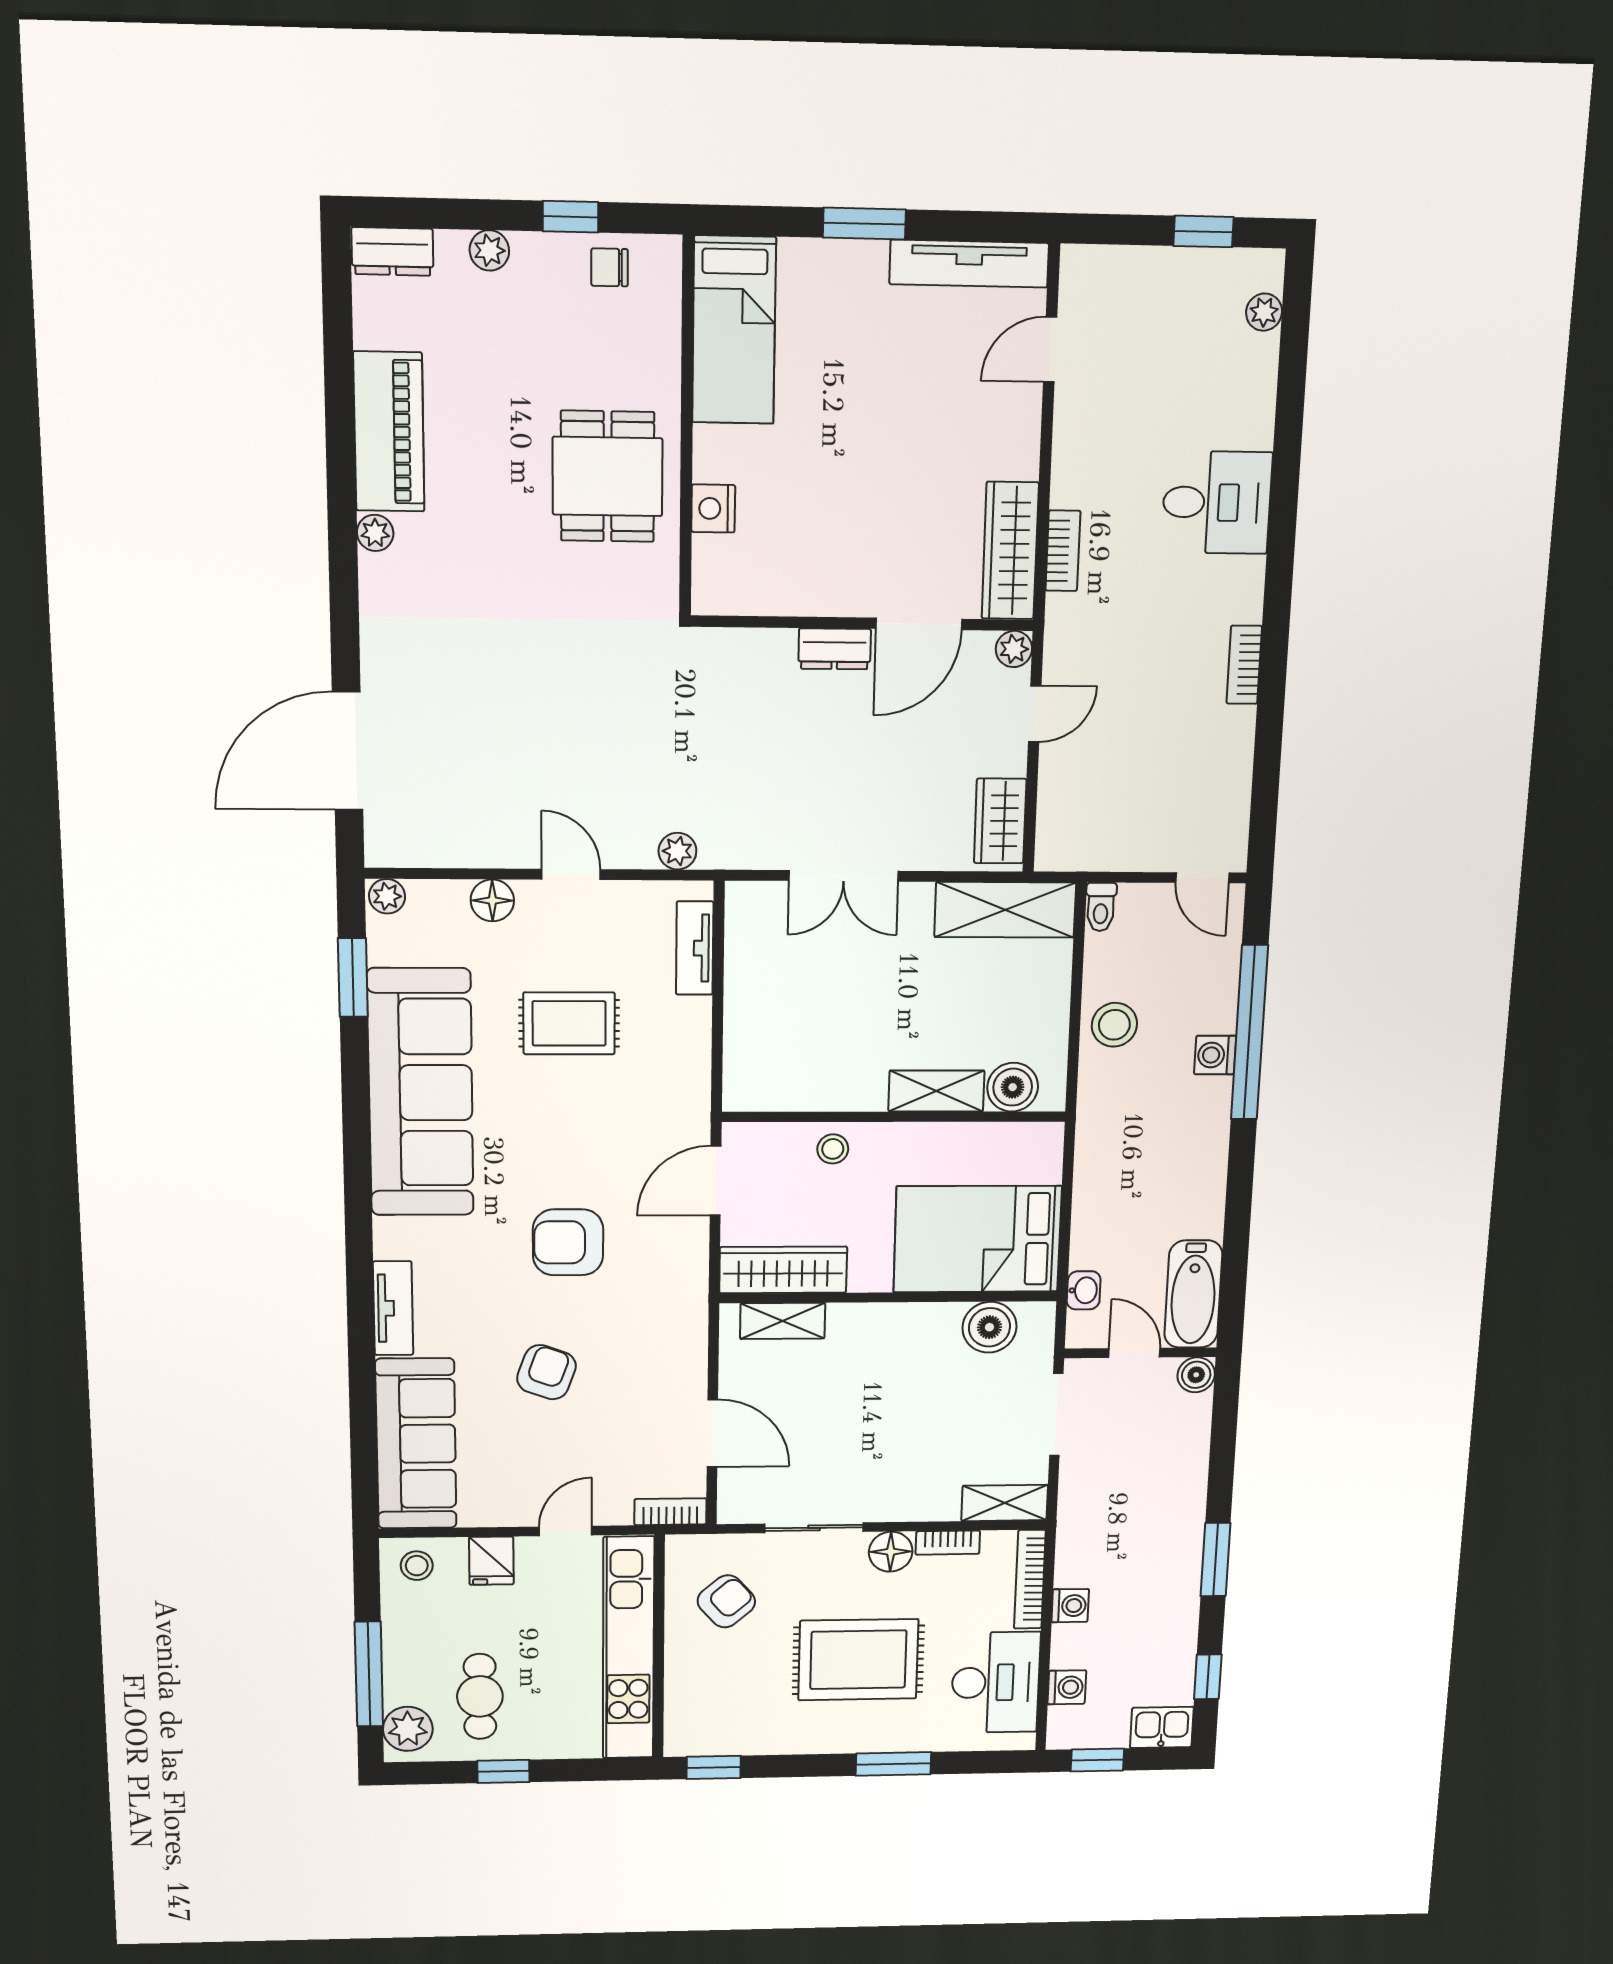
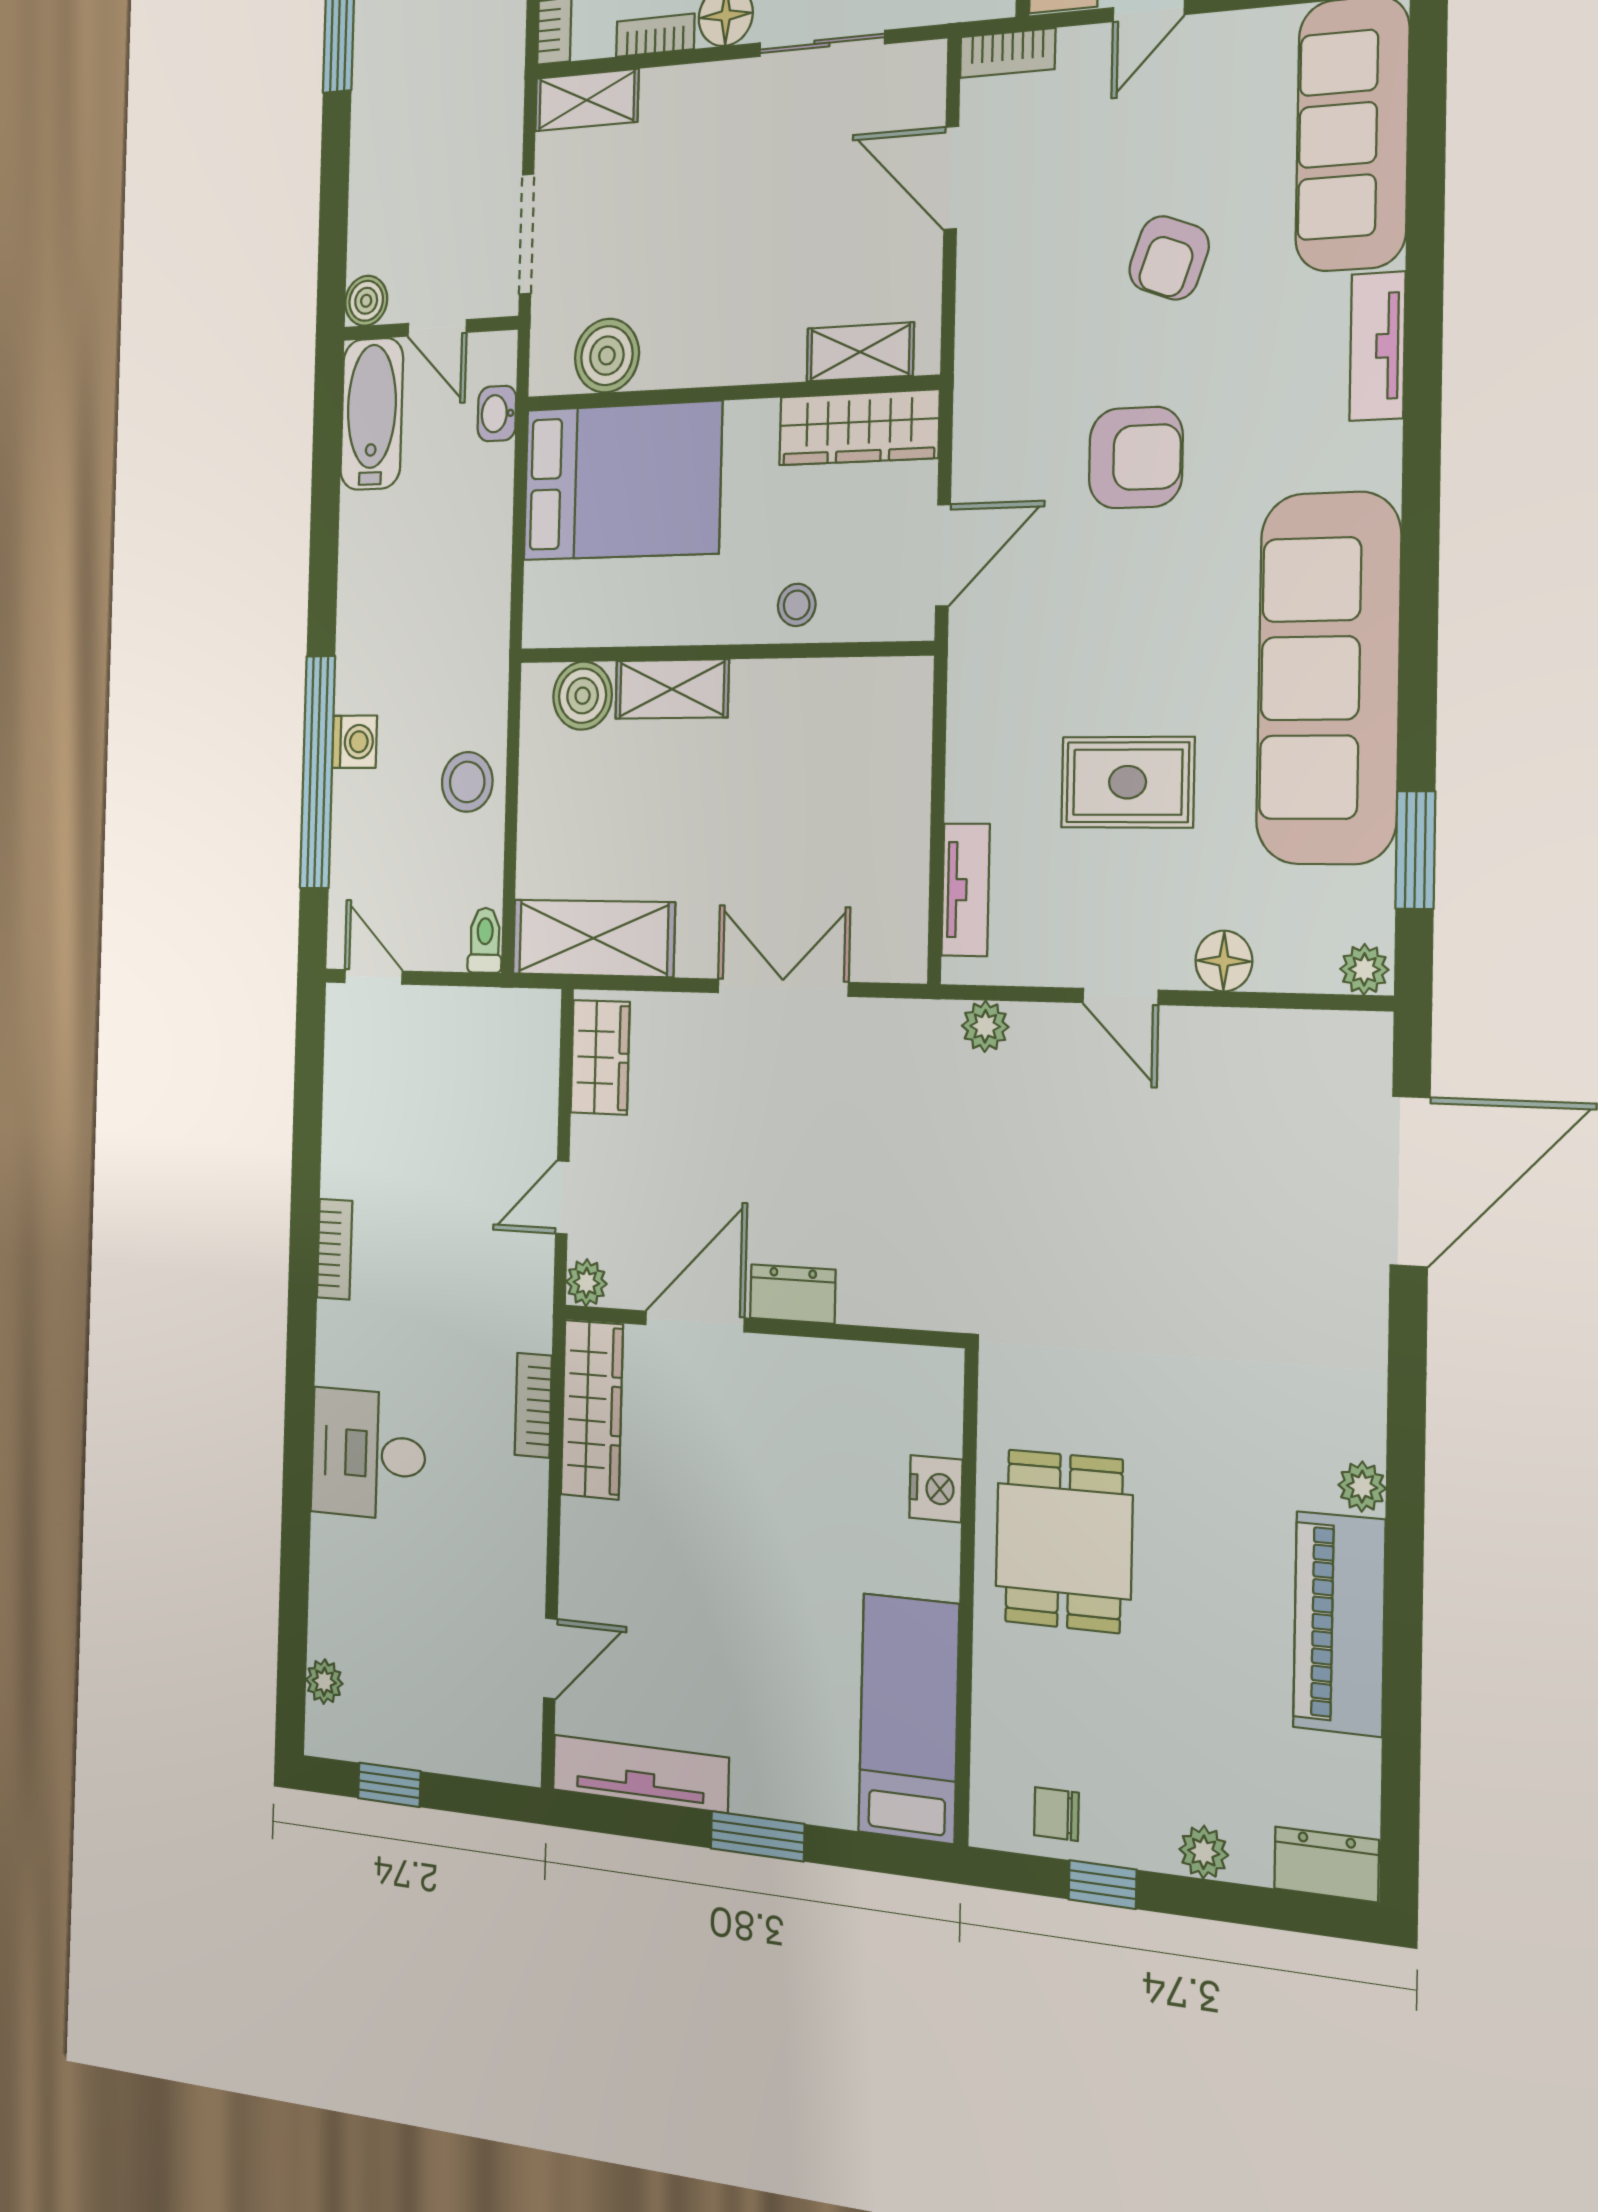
chair: (610, 267) -> (1056, 1814), turned 180

